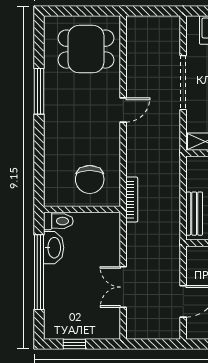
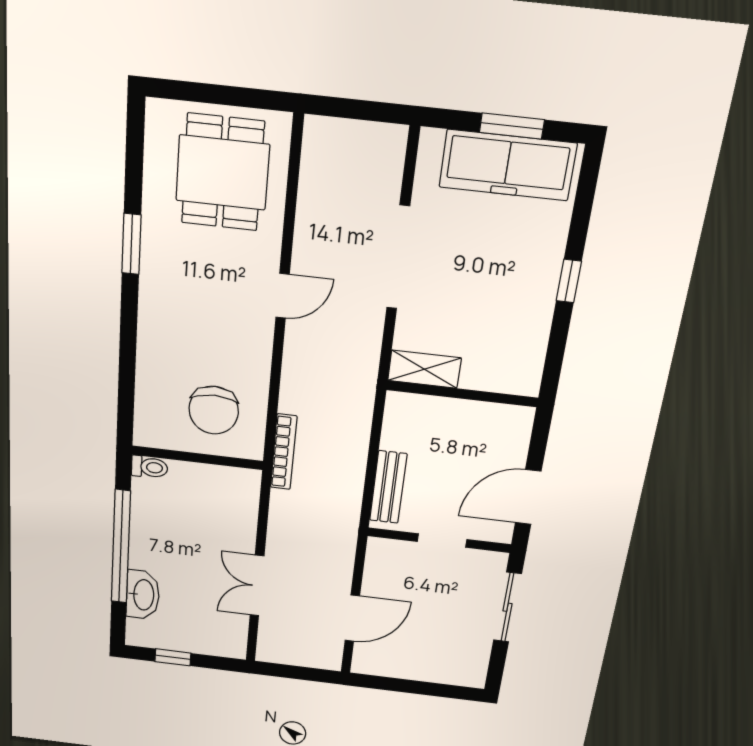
dining table: (86, 49) -> (223, 173), turned 90
window: (39, 91) -> (131, 244), width x0.69
toilet: (58, 221) -> (149, 467), width x0.73, depth x0.72
washbasin: (54, 248) -> (143, 595), moved

